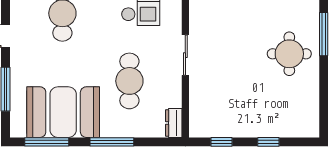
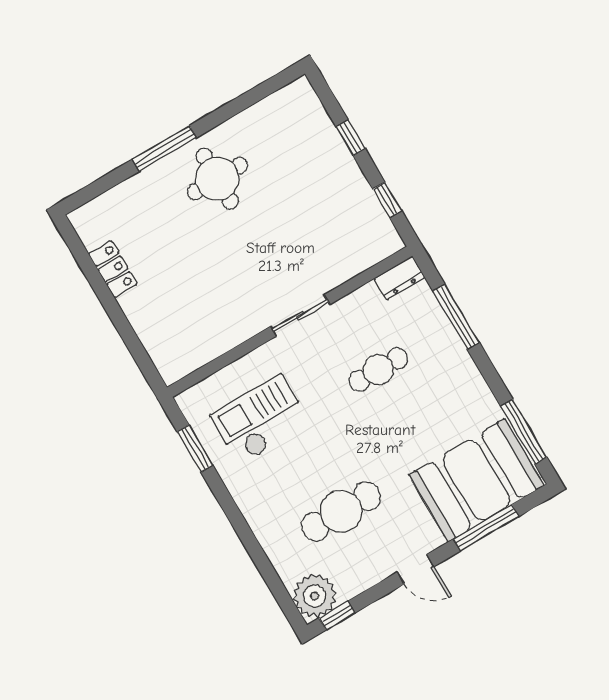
cafe table: (129, 81) -> (378, 370), width x0.73, depth x0.74
booth: (63, 112) -> (476, 480), moved, turned 90
window: (112, 142) -> (456, 317), moved

